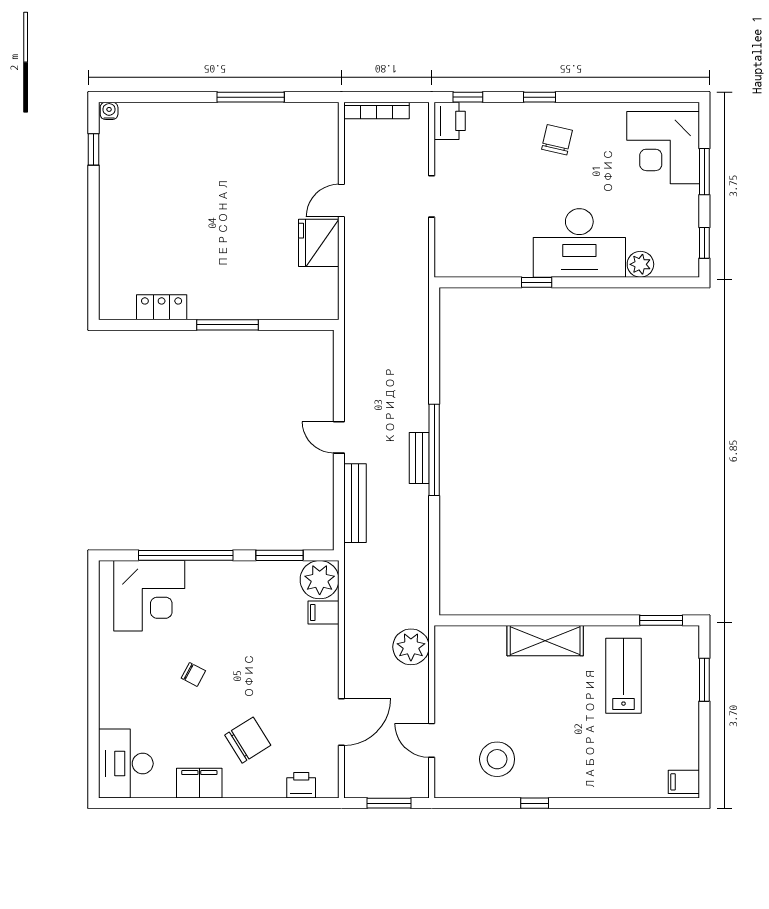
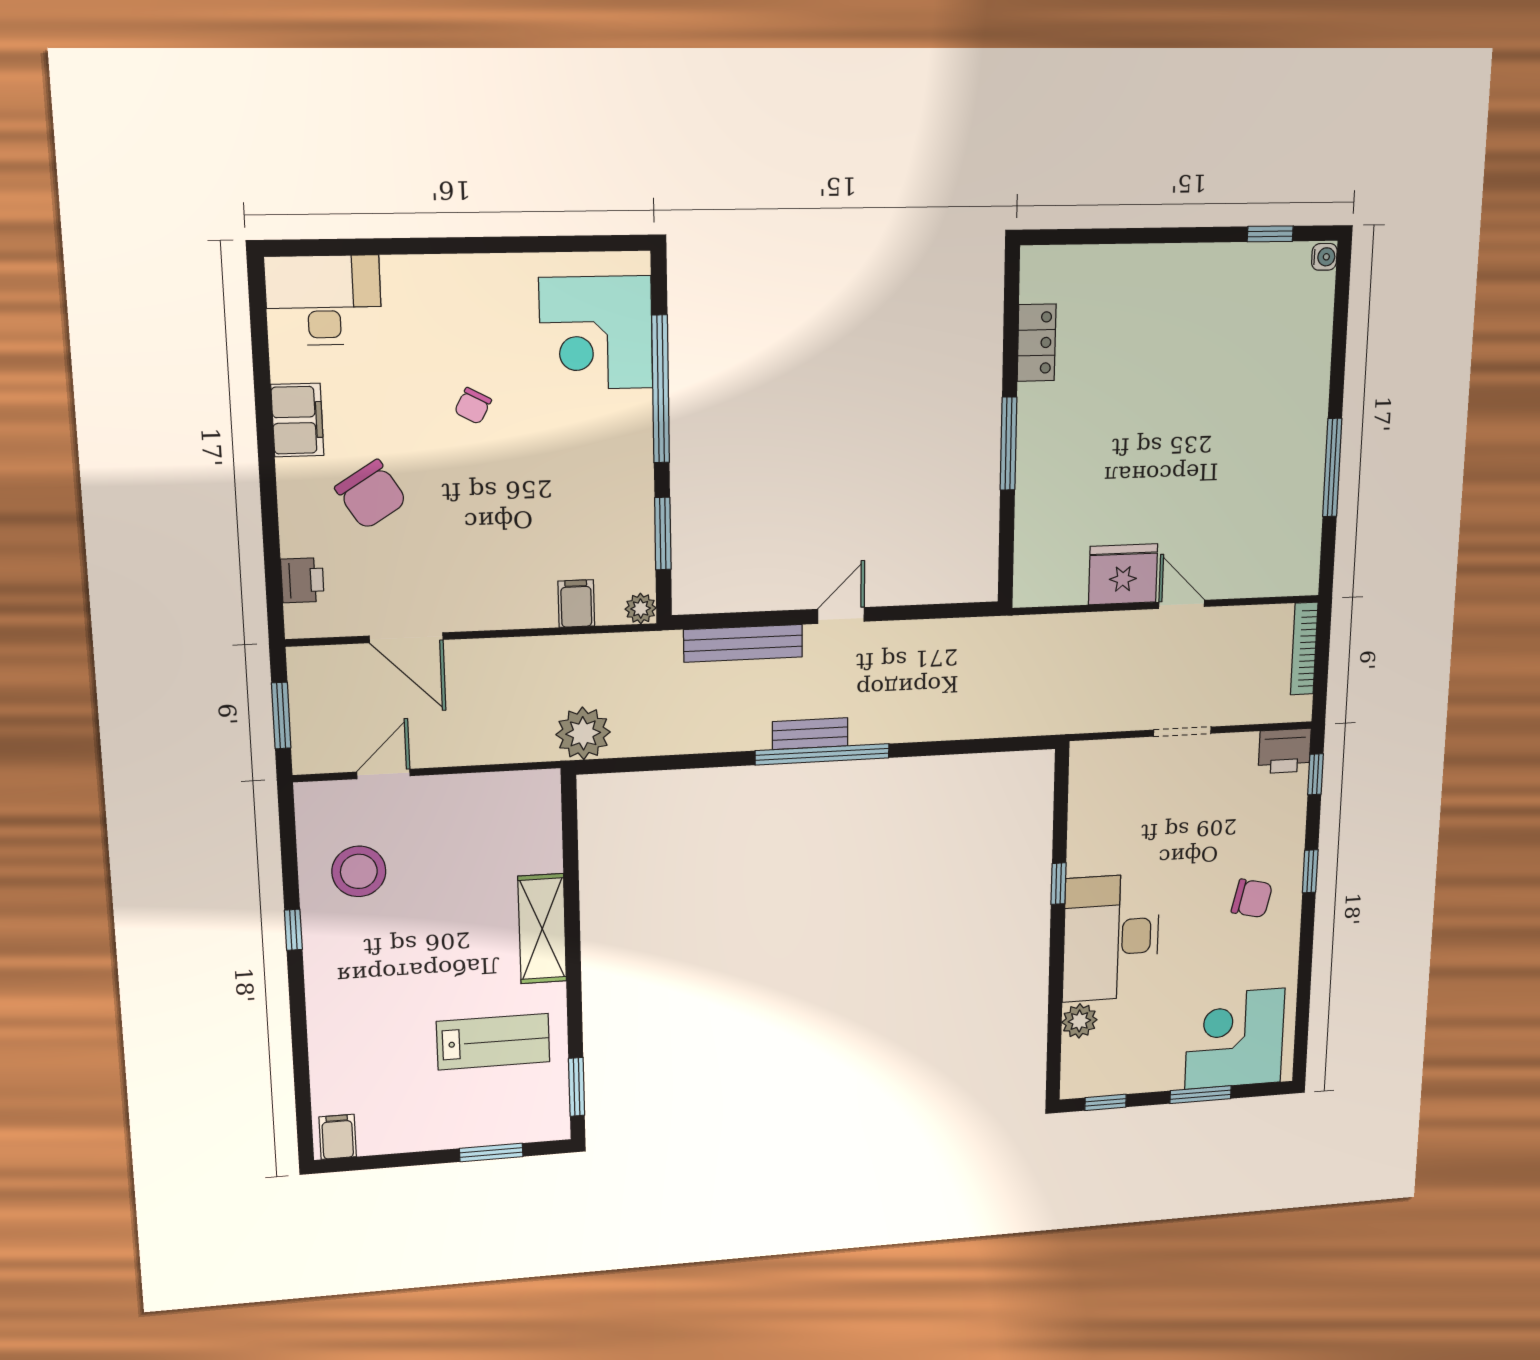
plant: (320, 580) -> (641, 609), width x0.53, depth x0.53
plant: (411, 647) -> (583, 733), moved

